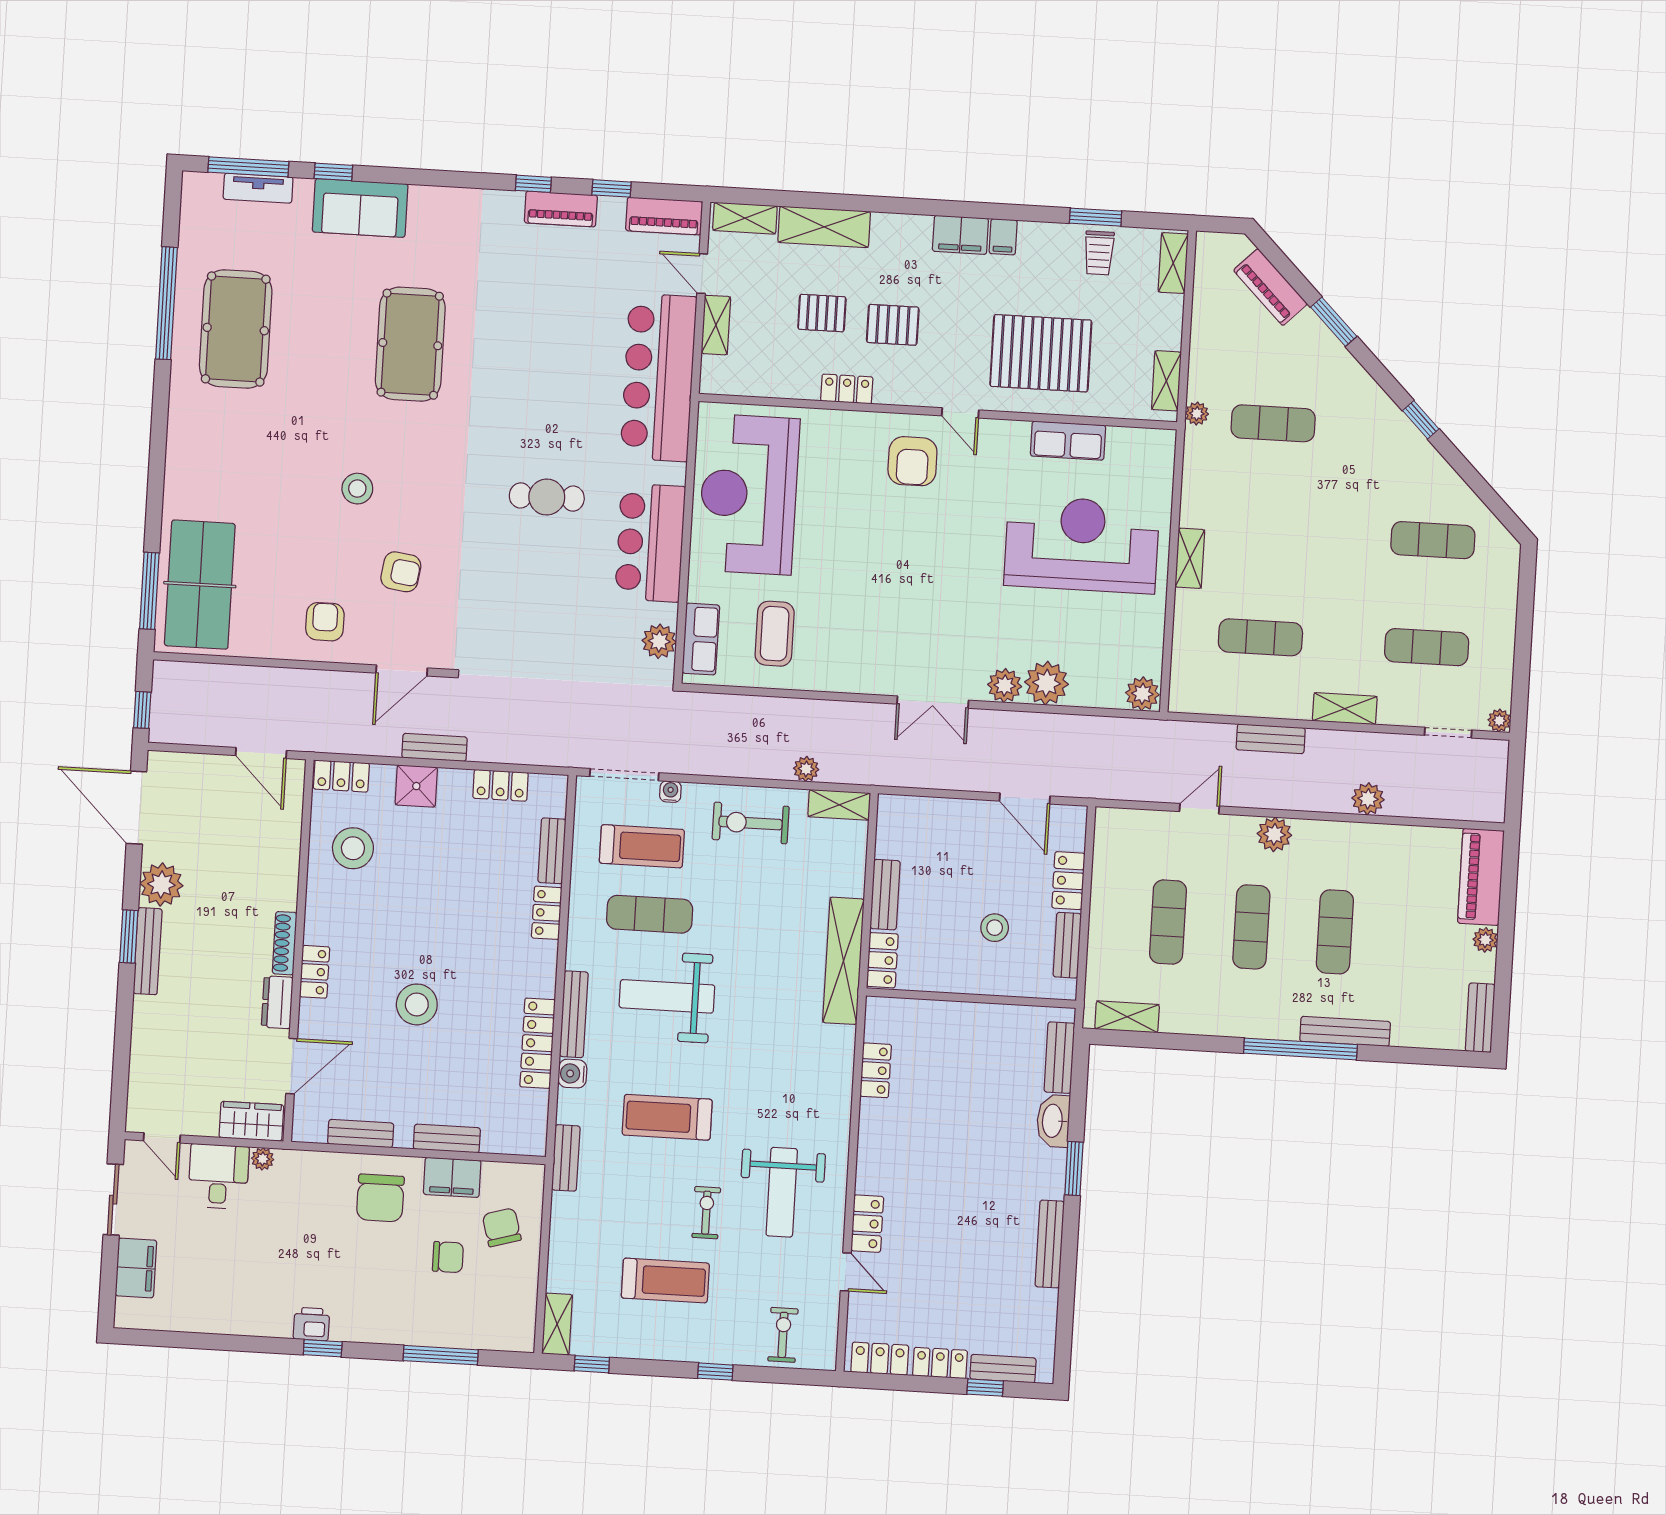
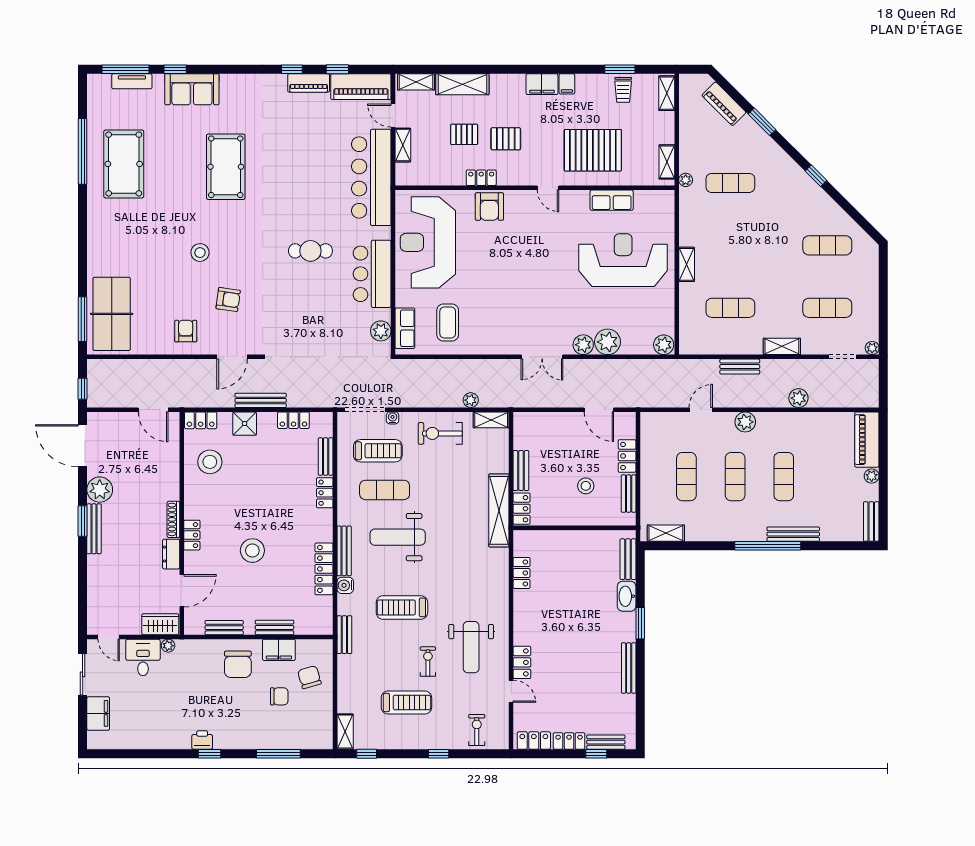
piano: (664, 216) -> (361, 87), width x1.37, depth x1.33
armchair: (912, 461) -> (489, 207), moved
bench: (435, 747) -> (261, 400), width x1.36

